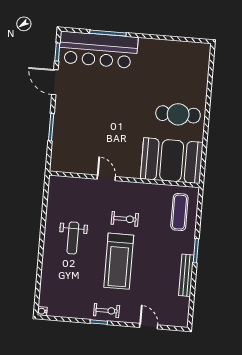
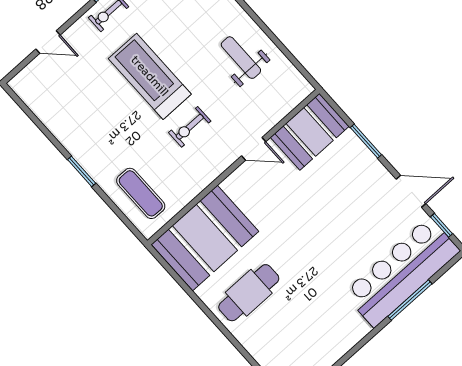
booth: (72, 158) -> (310, 132), added
weight bench: (73, 238) -> (241, 58), moved
bench: (186, 275) -> (65, 136), removed

